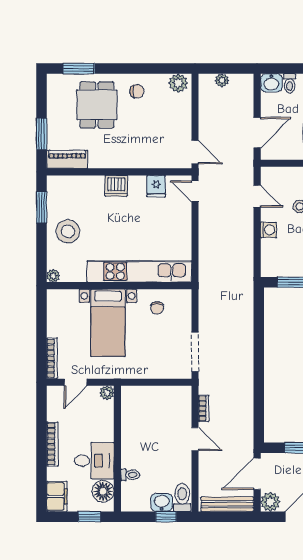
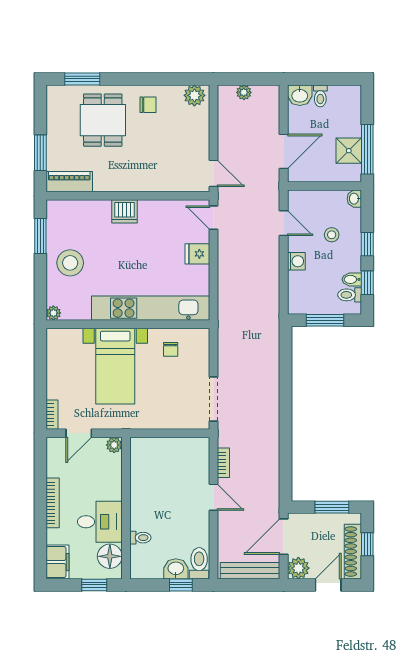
fridge: (156, 186) -> (197, 254), moved, turned 90
bookcase: (52, 358) -> (52, 415), width x0.64

